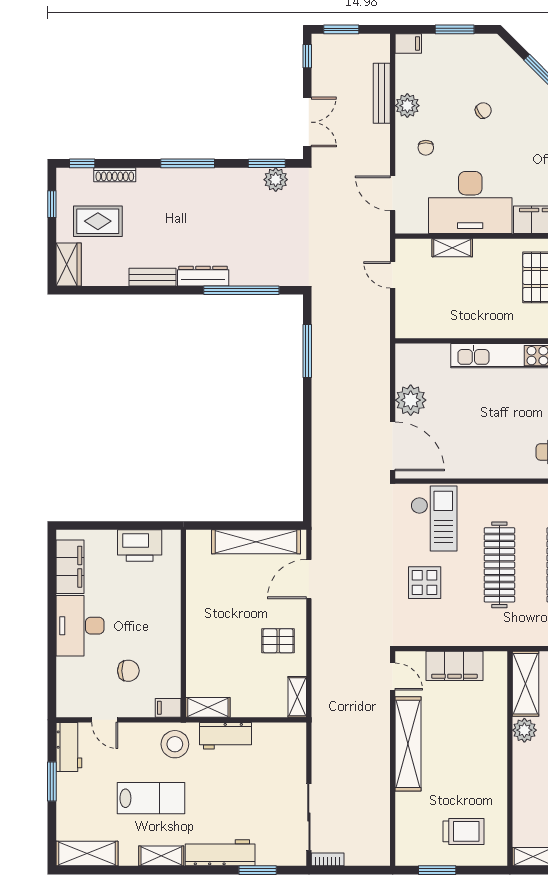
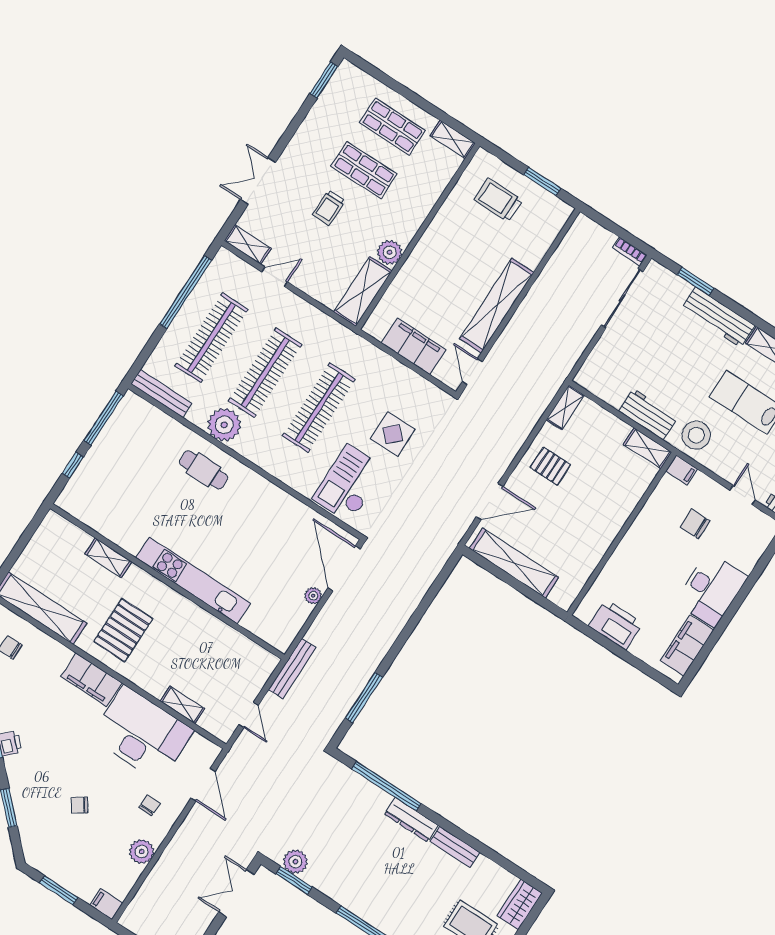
bench: (382, 93) -> (292, 668), moved
plant: (411, 400) -> (313, 596), width x0.53, depth x0.53

